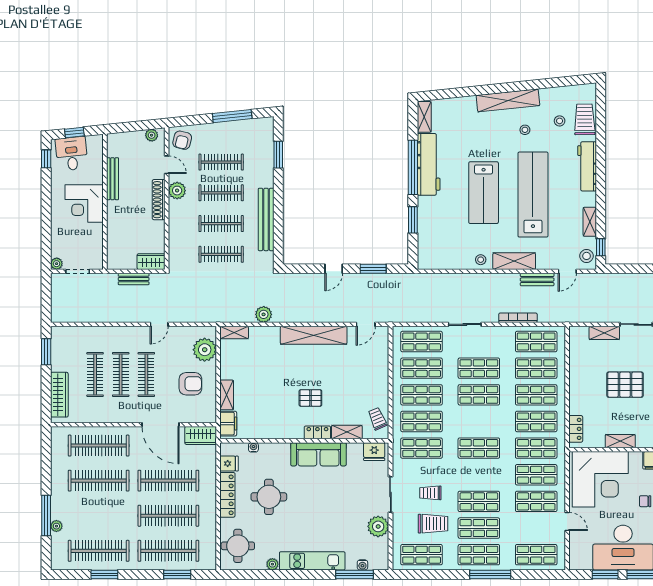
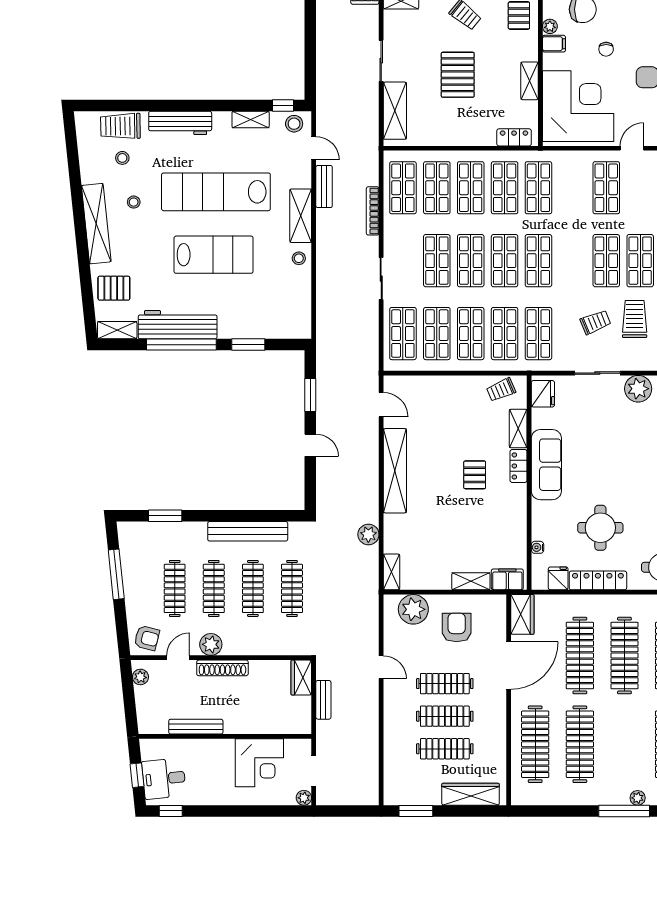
pallet: (457, 114) -> (114, 288), added
corner desk: (84, 203) -> (259, 763), moved
shelving: (604, 333) -> (395, 111), width x1.50, depth x1.33
shop shelf: (536, 475) -> (505, 261), moved
trolley: (430, 493) -> (595, 322), turned -112

